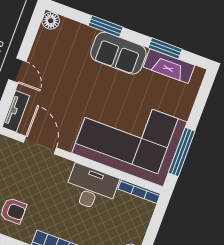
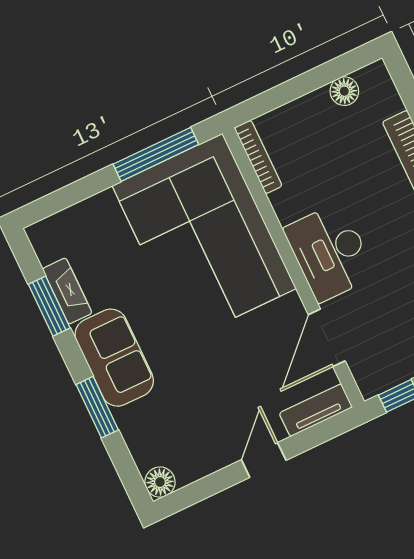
fireplace: (169, 66) -> (67, 291), width x0.73, depth x0.76
desk: (91, 188) -> (330, 252), moved

